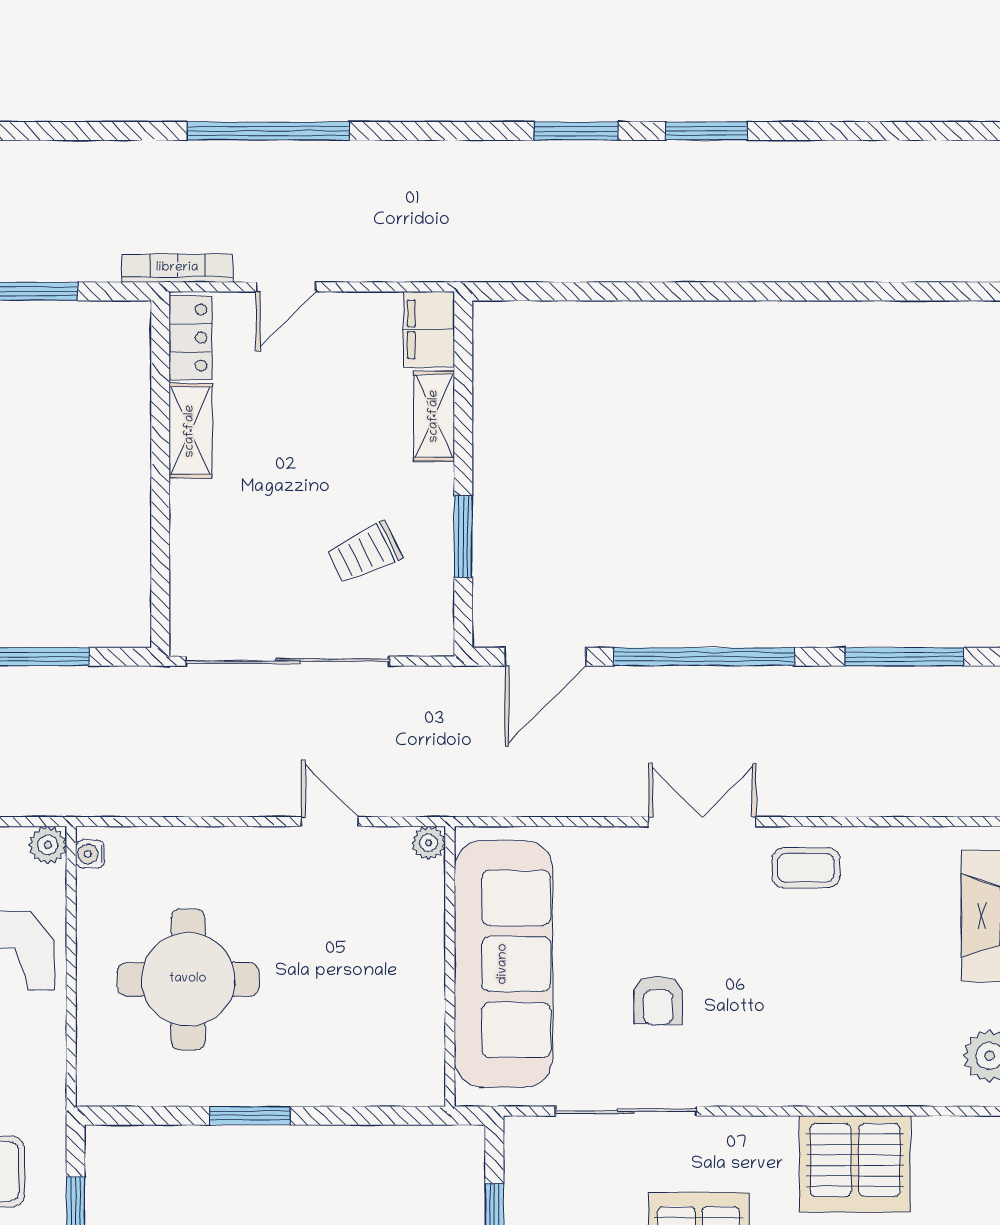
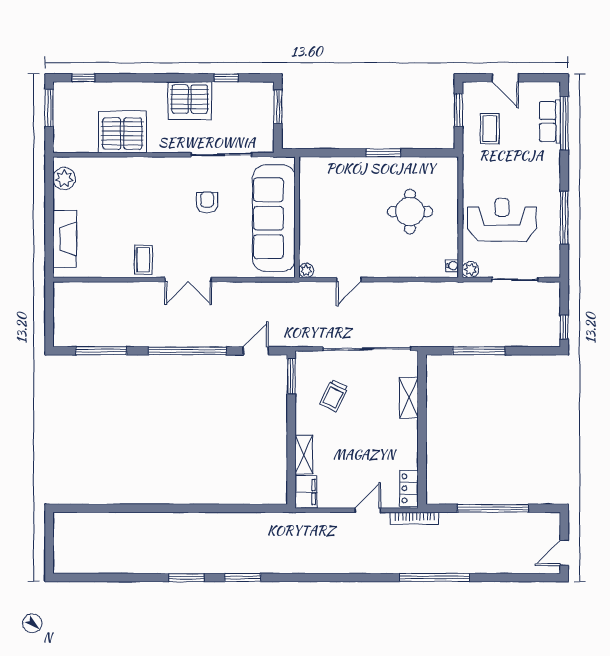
window: (268, 131) -> (434, 578), moved
shelving: (190, 431) -> (409, 398), moved
window: (463, 536) -> (291, 376), moved
trolley: (365, 553) -> (334, 396), turned 142
door: (545, 657) -> (256, 351), width x0.73
door: (330, 822) -> (349, 280), hinge flipped
coffee table: (806, 868) -> (143, 260), turned 90
round table: (188, 979) -> (410, 212), width x0.73, depth x0.73

